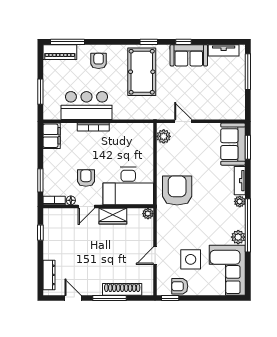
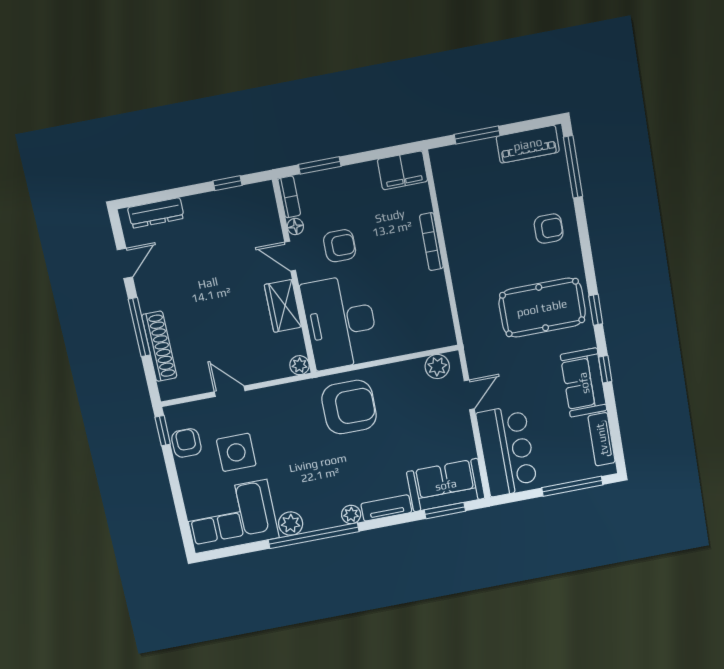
piano: (60, 52) -> (528, 144), moved, turned -90
bar counter: (87, 106) -> (507, 451), moved

